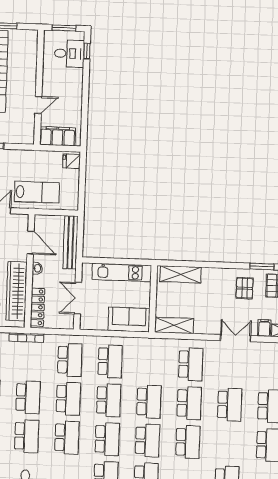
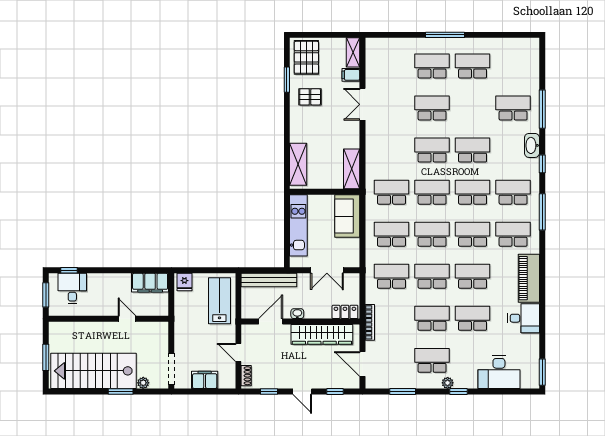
filing cabinet: (58, 136) -> (150, 283), moved, turned -90
lab bench: (37, 192) -> (219, 301), moved
locker: (37, 307) -> (345, 312), width x0.66
school desk: (191, 364) -> (392, 192), moved

